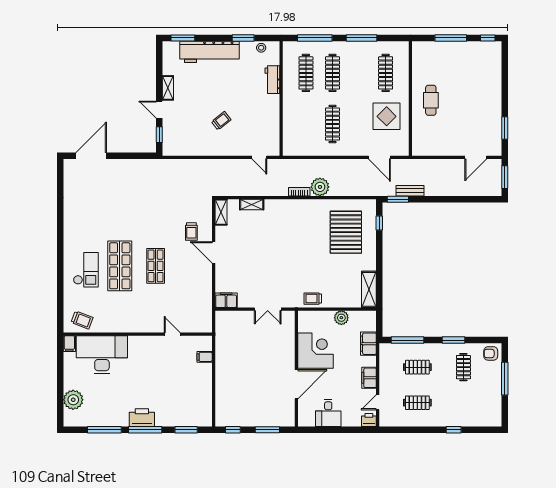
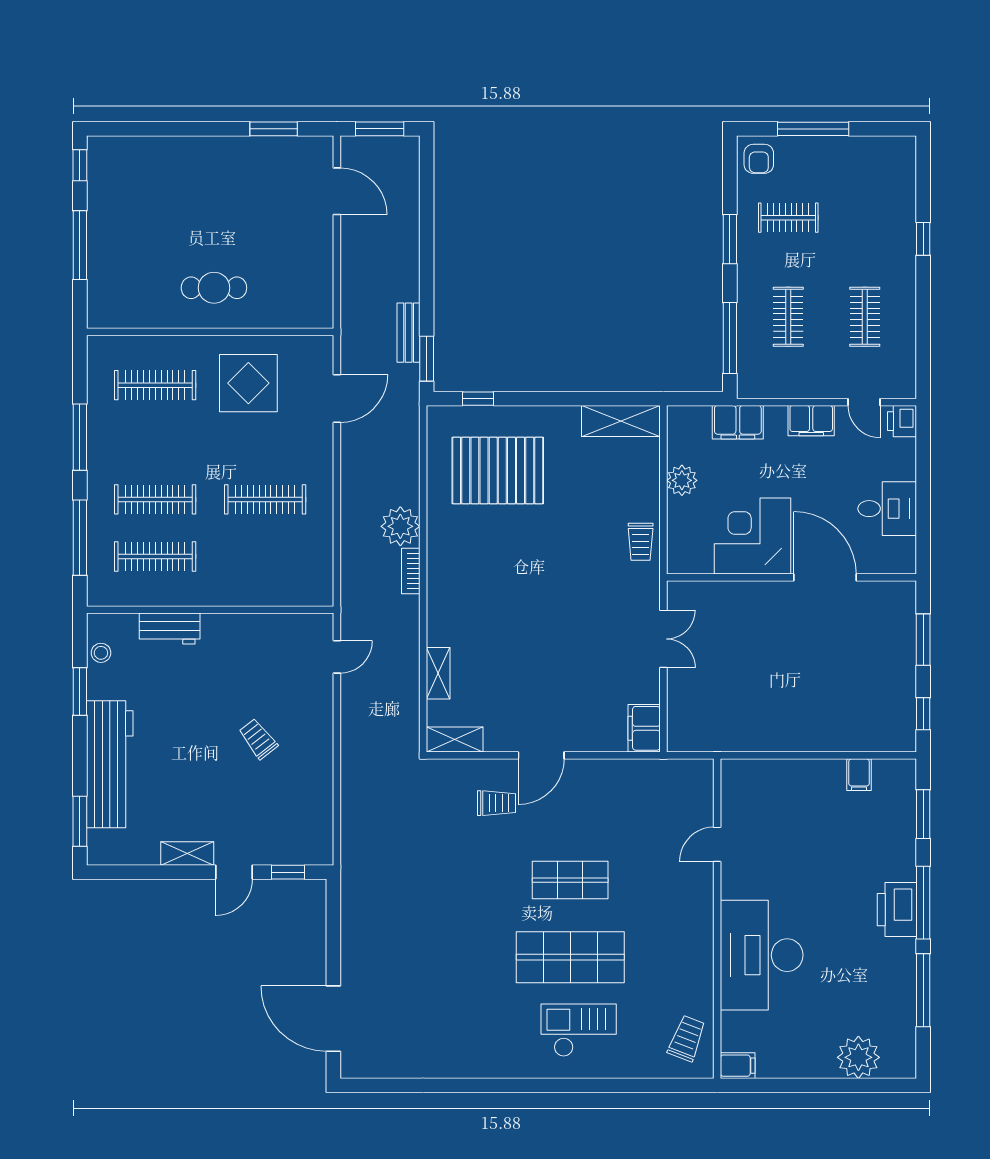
desk: (102, 355) -> (762, 955), moved
filing cabinet: (205, 357) -> (859, 775), moved

